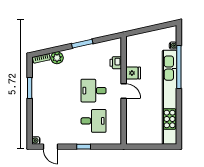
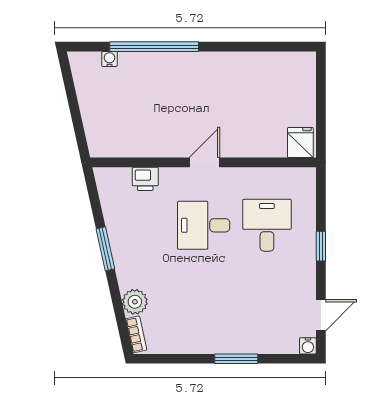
fridge: (133, 73) -> (300, 143), moved
window: (30, 88) -> (236, 359), moved
desk: (94, 91) -> (204, 225), turned 90
kitchen unit: (170, 97) -> (218, 66), removed

